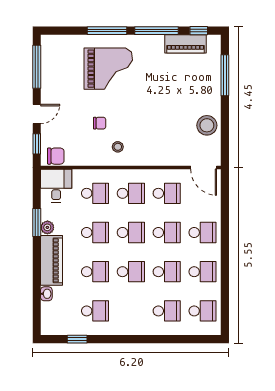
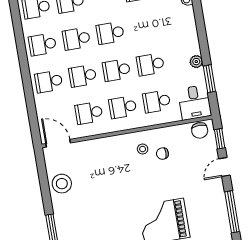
chair: (100, 123) -> (162, 154), moved
chair: (56, 156) -> (200, 130), turned -90
window: (37, 223) -> (209, 79), moved
piano: (52, 260) -> (187, 31), removed
school desk: (95, 272) -> (144, 27), removed

